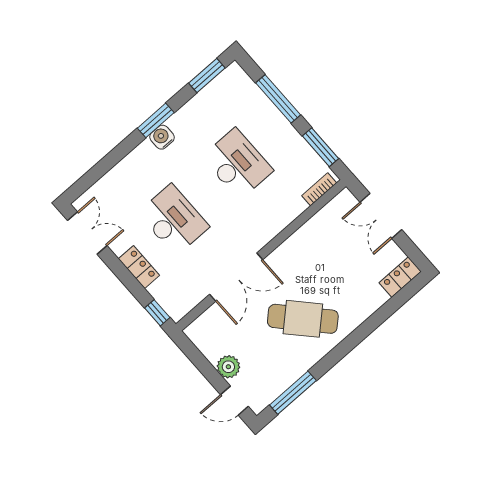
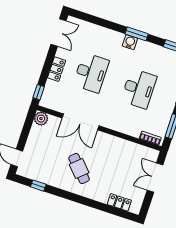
locker: (400, 277) -> (119, 202), moved
cafe table: (303, 319) -> (79, 169), width x0.73, depth x0.74
plant: (228, 367) -> (41, 119), moved
window: (293, 393) -> (38, 186), width x0.46

